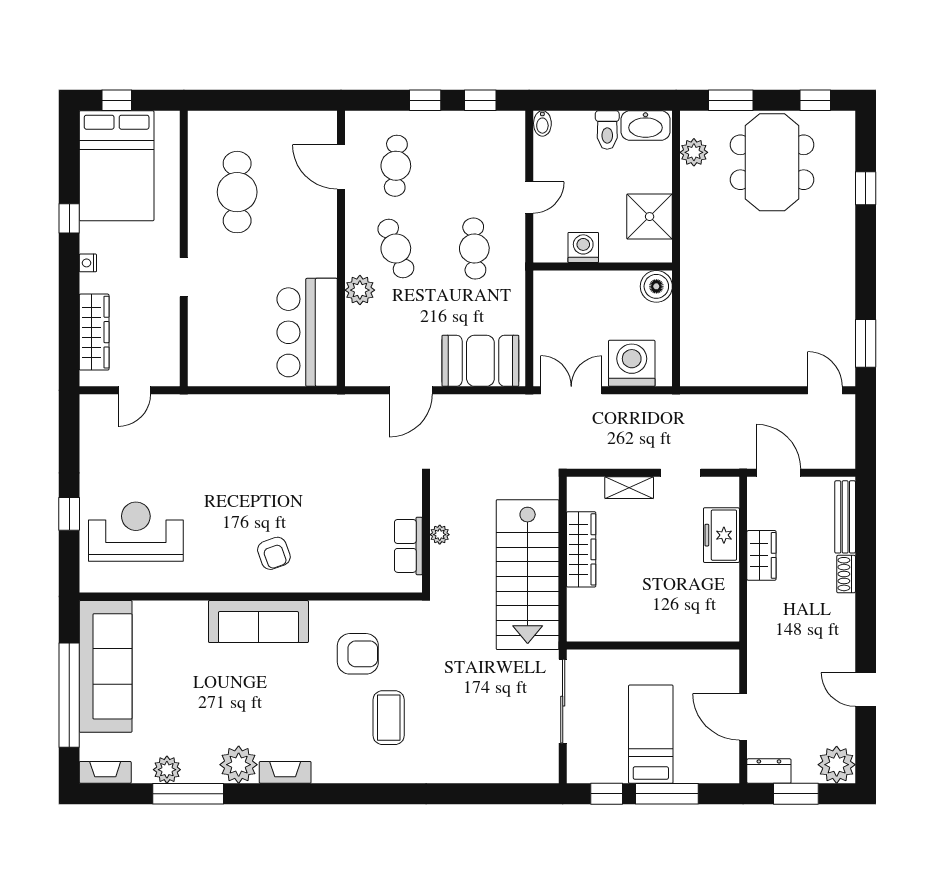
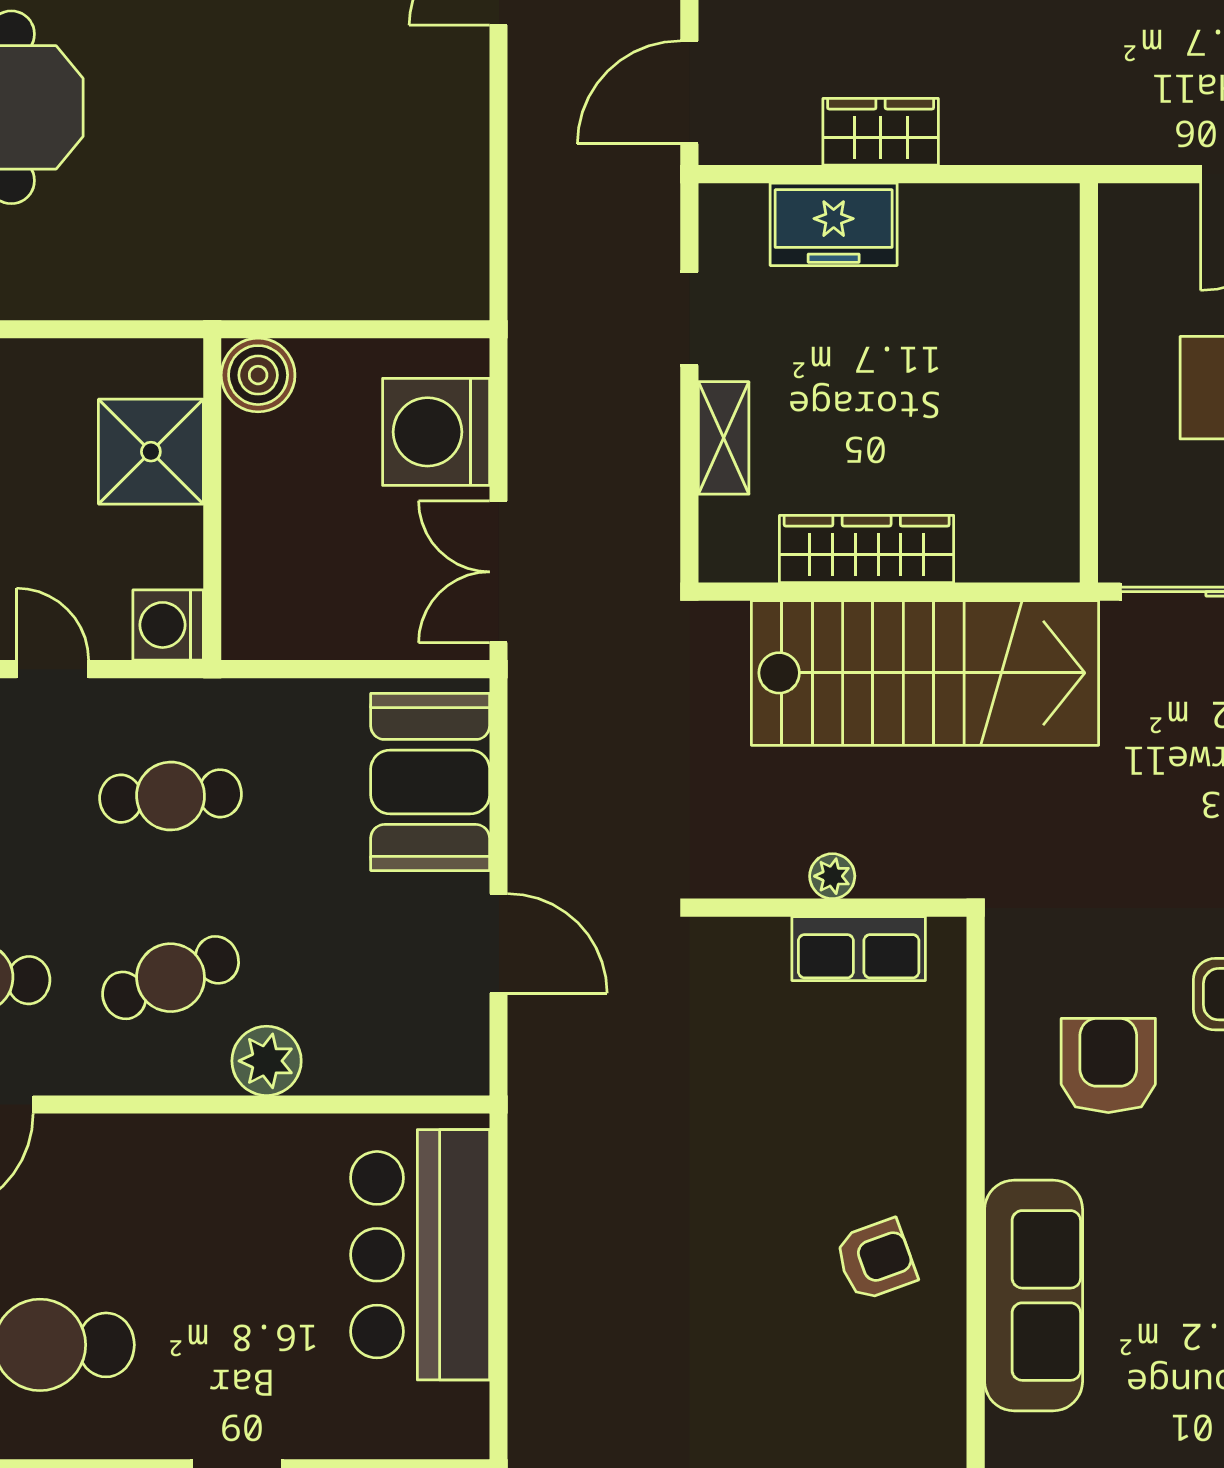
shower: (650, 217) -> (151, 452), moved
washing machine: (583, 247) -> (168, 625), moved
bar counter: (307, 332) -> (420, 1255), moved, turned 90

